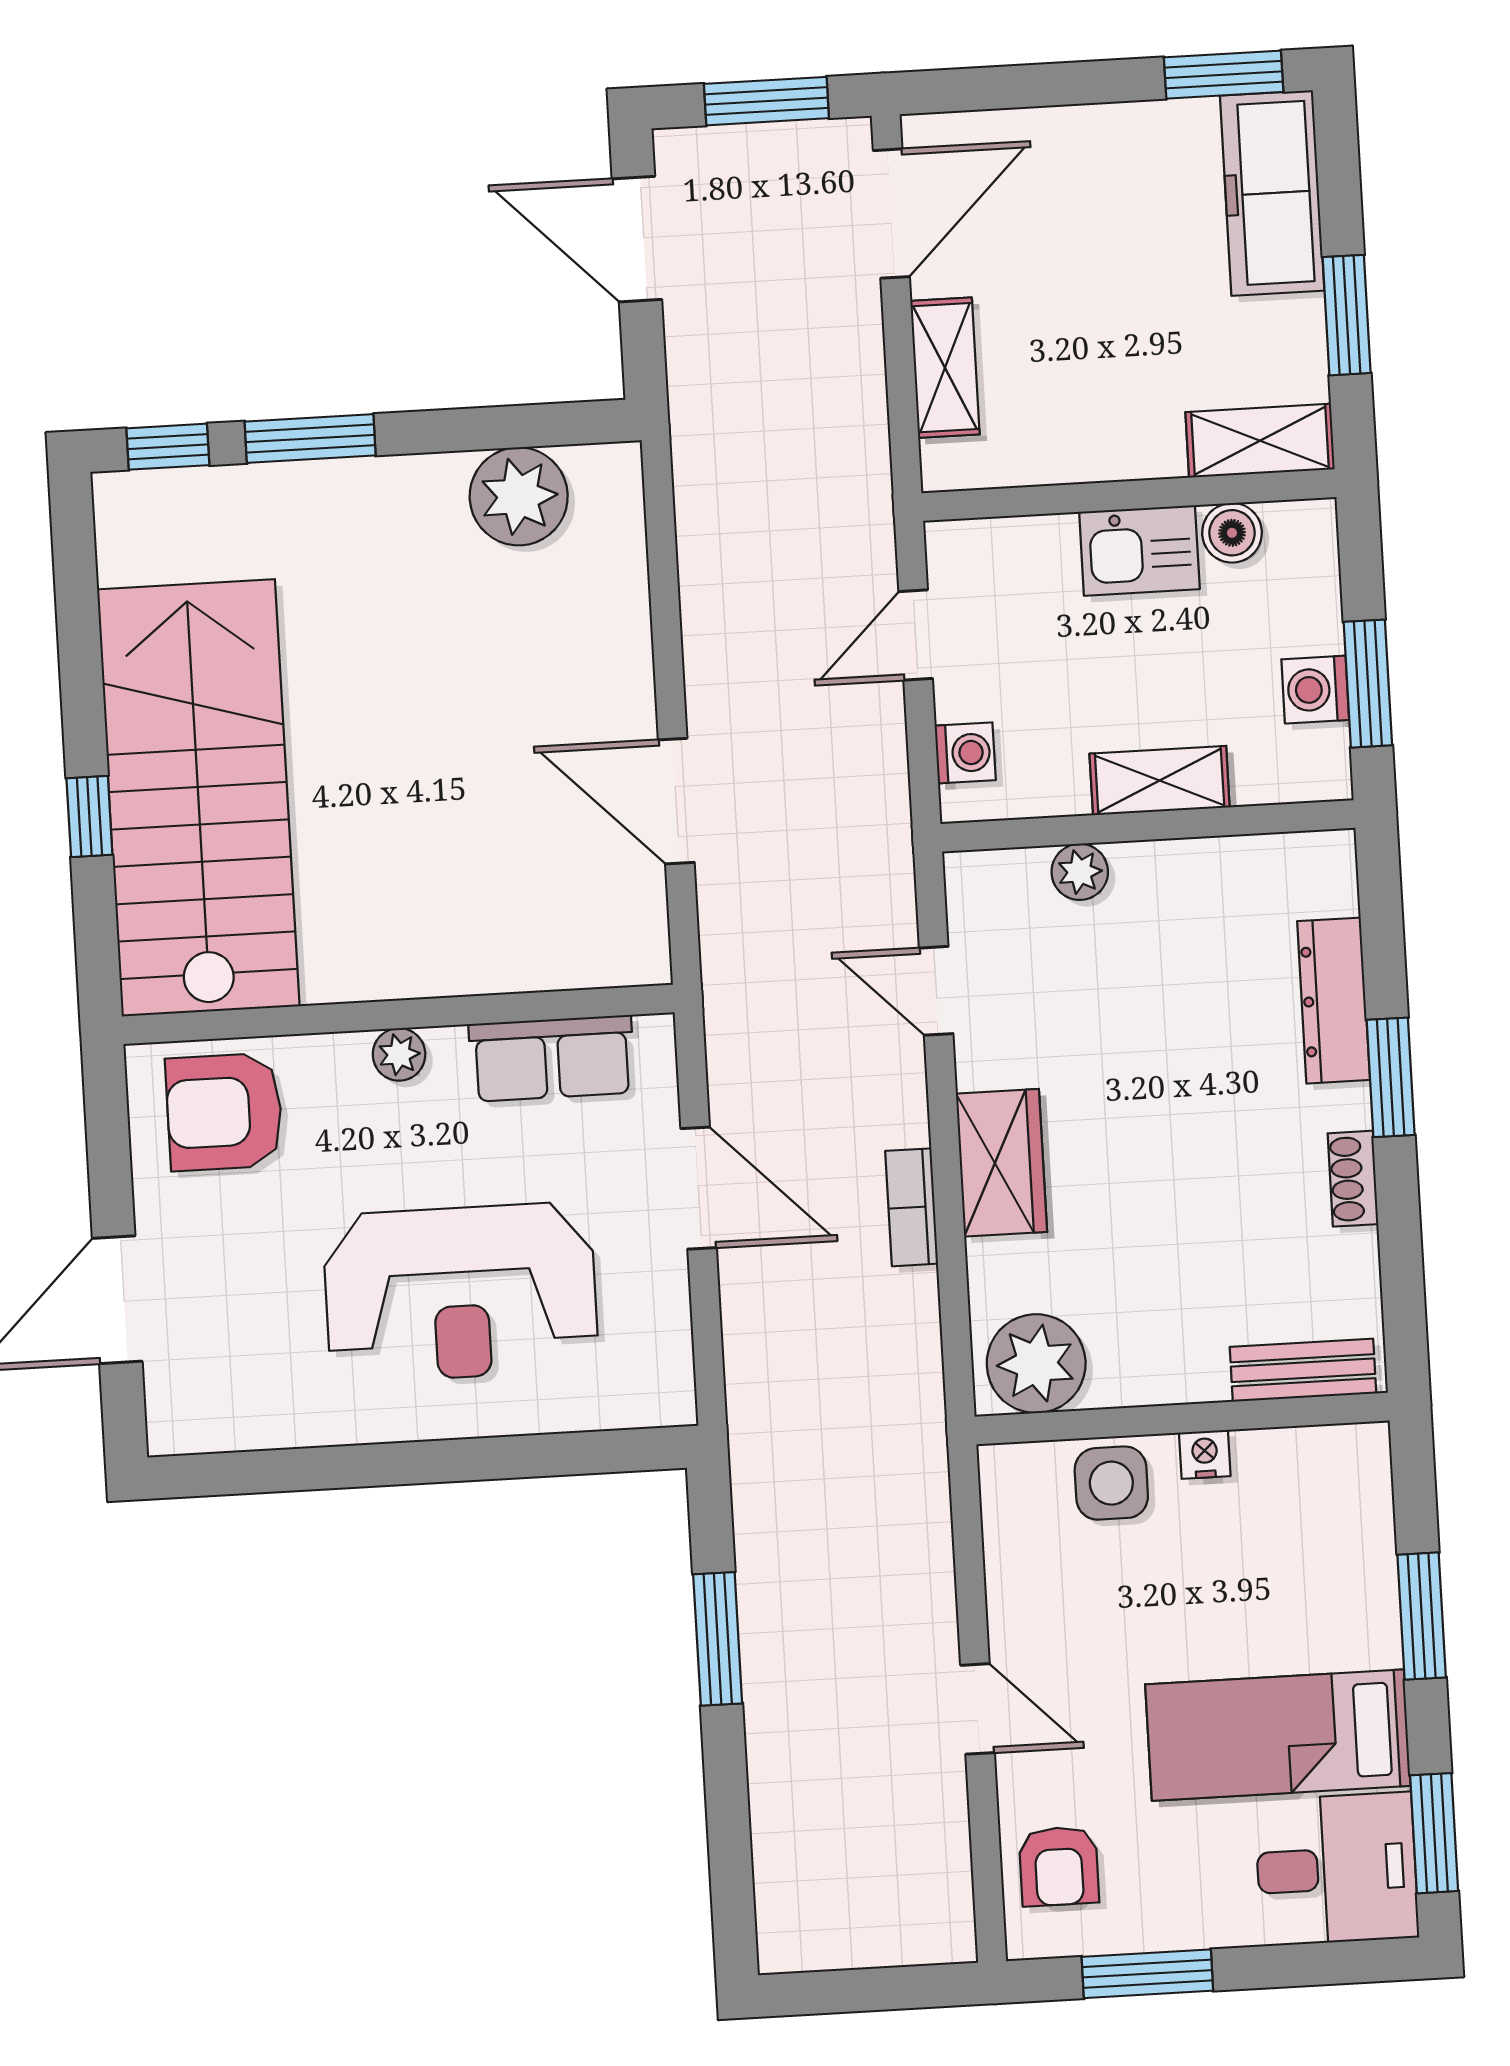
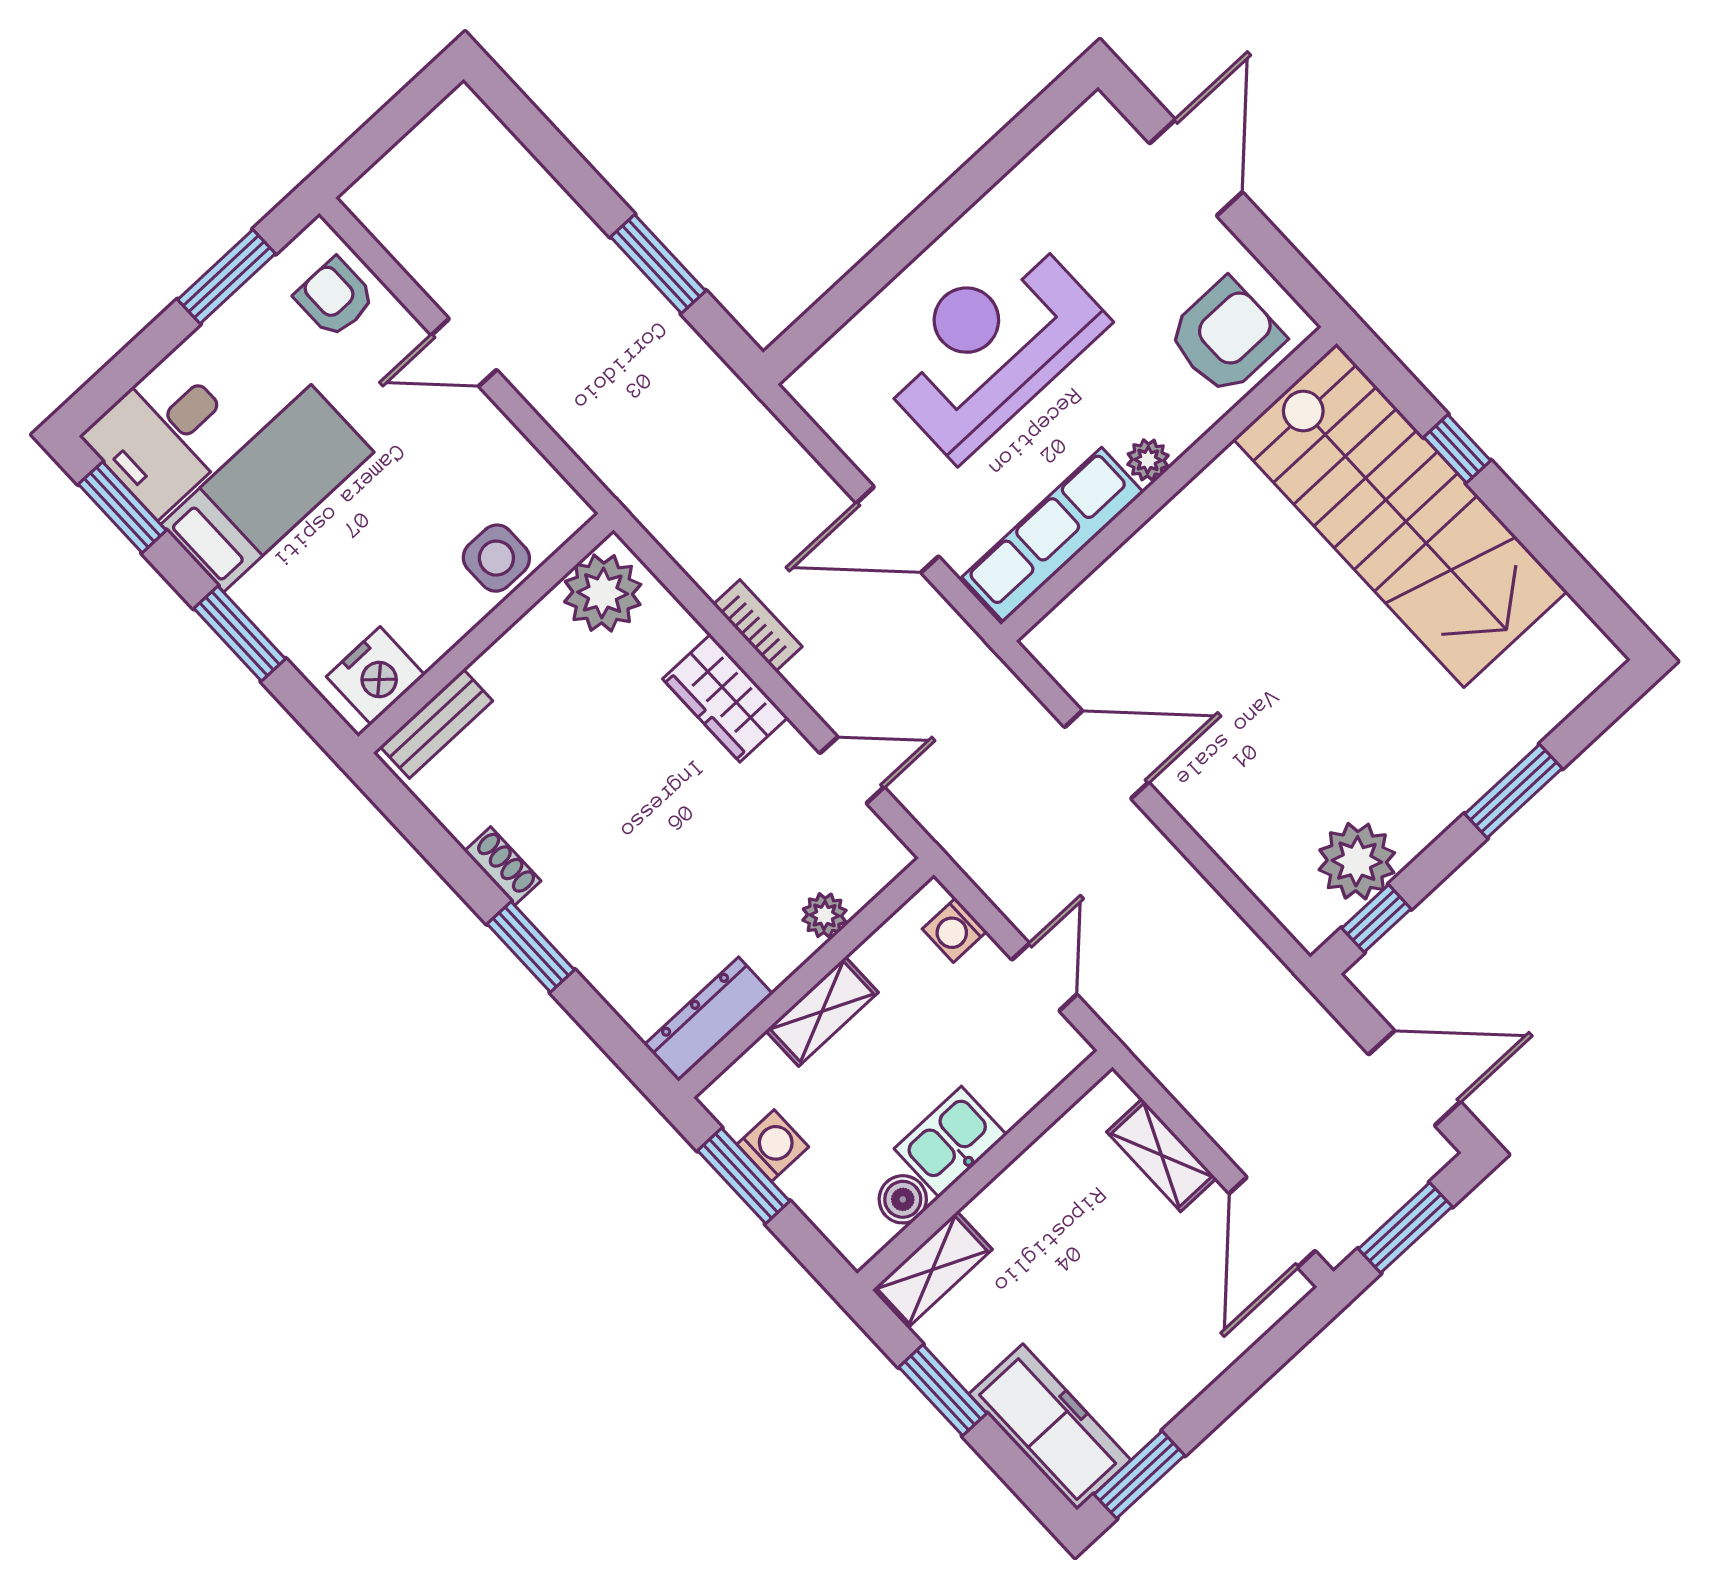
window: (168, 447) -> (1376, 918), moved
dresser: (1334, 1001) -> (708, 1019), moved, turned -90
row of seats: (552, 1058) -> (1053, 535), width x1.48
nightstand: (1205, 1454) -> (376, 676), moved, width x1.89, depth x1.79

